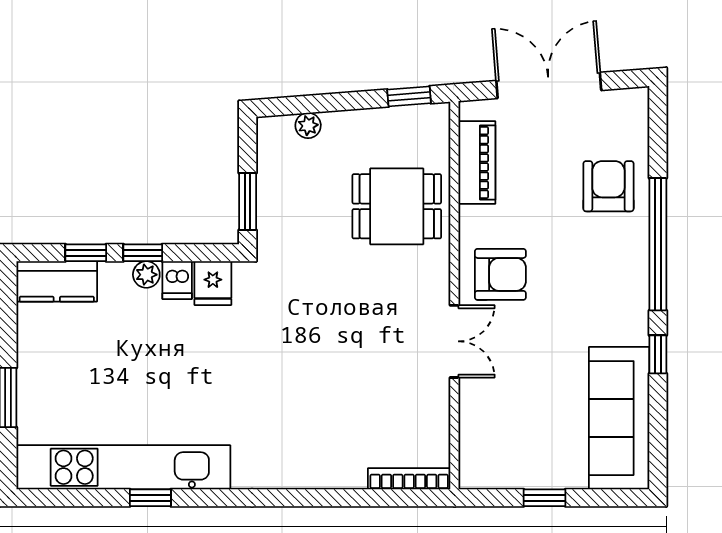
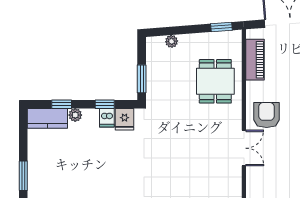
dining table: (397, 206) -> (215, 81), turned 90
window: (143, 253) -> (105, 104), moved
armchair: (500, 274) -> (267, 115), turned -90
plant: (146, 275) -> (75, 115), moved

